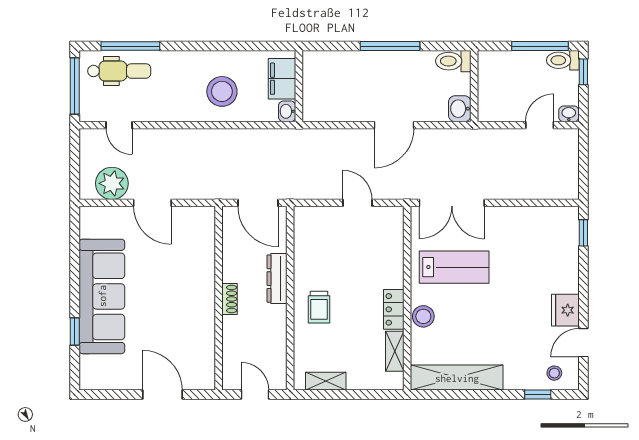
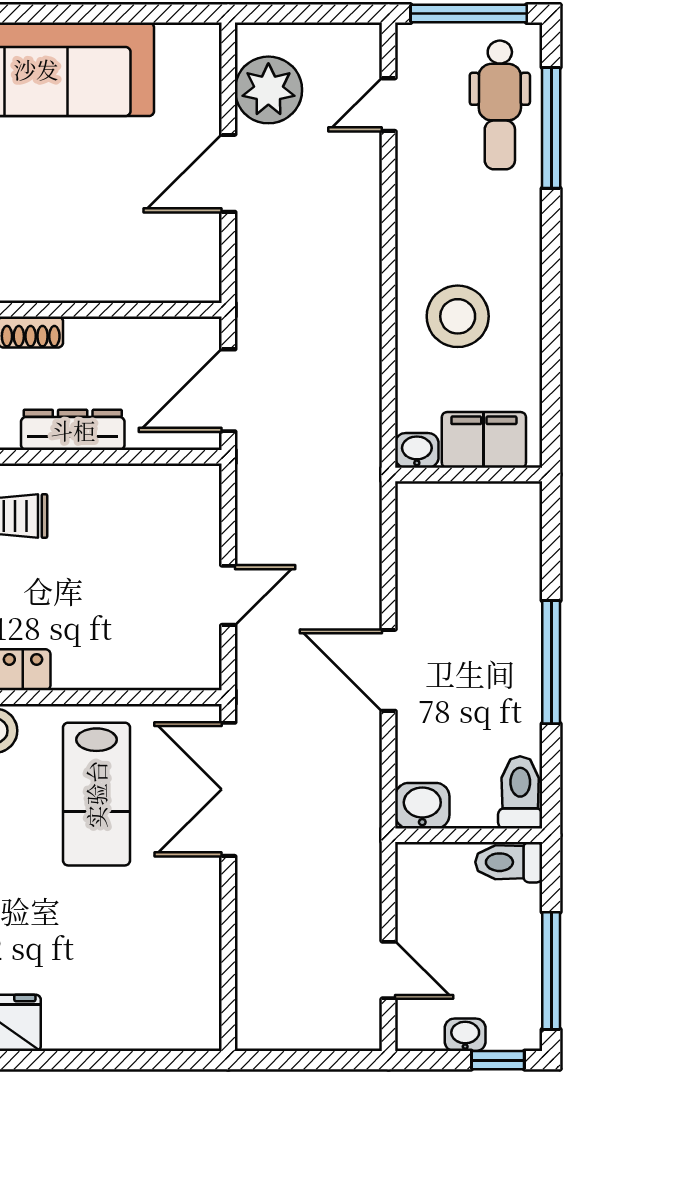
toilet: (563, 60) -> (509, 862), moved, turned -90
washbasin: (569, 114) -> (465, 1035), moved, turned -90
window: (583, 233) -> (167, 1060), removed

